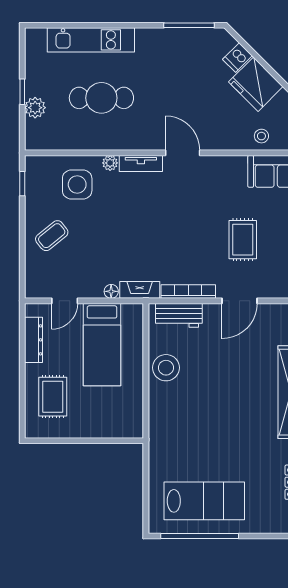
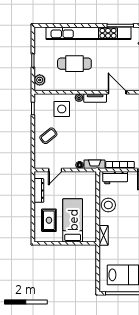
kitchen unit: (91, 40) -> (89, 33), width x1.86
plant: (35, 108) -> (40, 80), moved
bed: (102, 345) -> (73, 220), moved, turned 180
shelving: (157, 426) -> (104, 235), added

